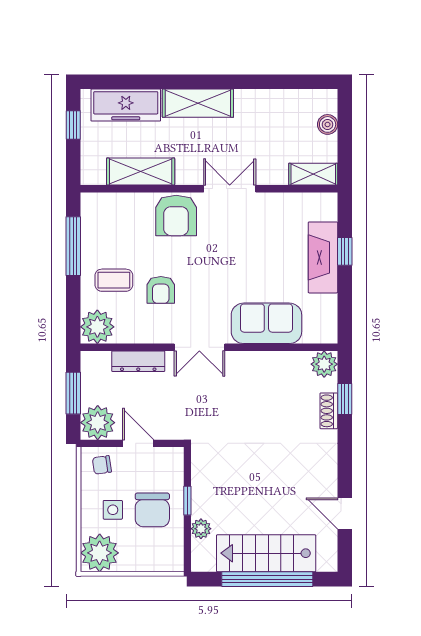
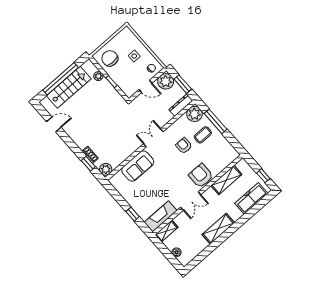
shelving: (198, 103) -> (218, 229), moved
window: (73, 246) -> (215, 121), moved
fireplace: (323, 257) -> (161, 216), moved, turned -90
dresser: (138, 361) -> (181, 105), moved
chair: (152, 510) -> (110, 58), moved
plant: (100, 553) -> (126, 37), removed

